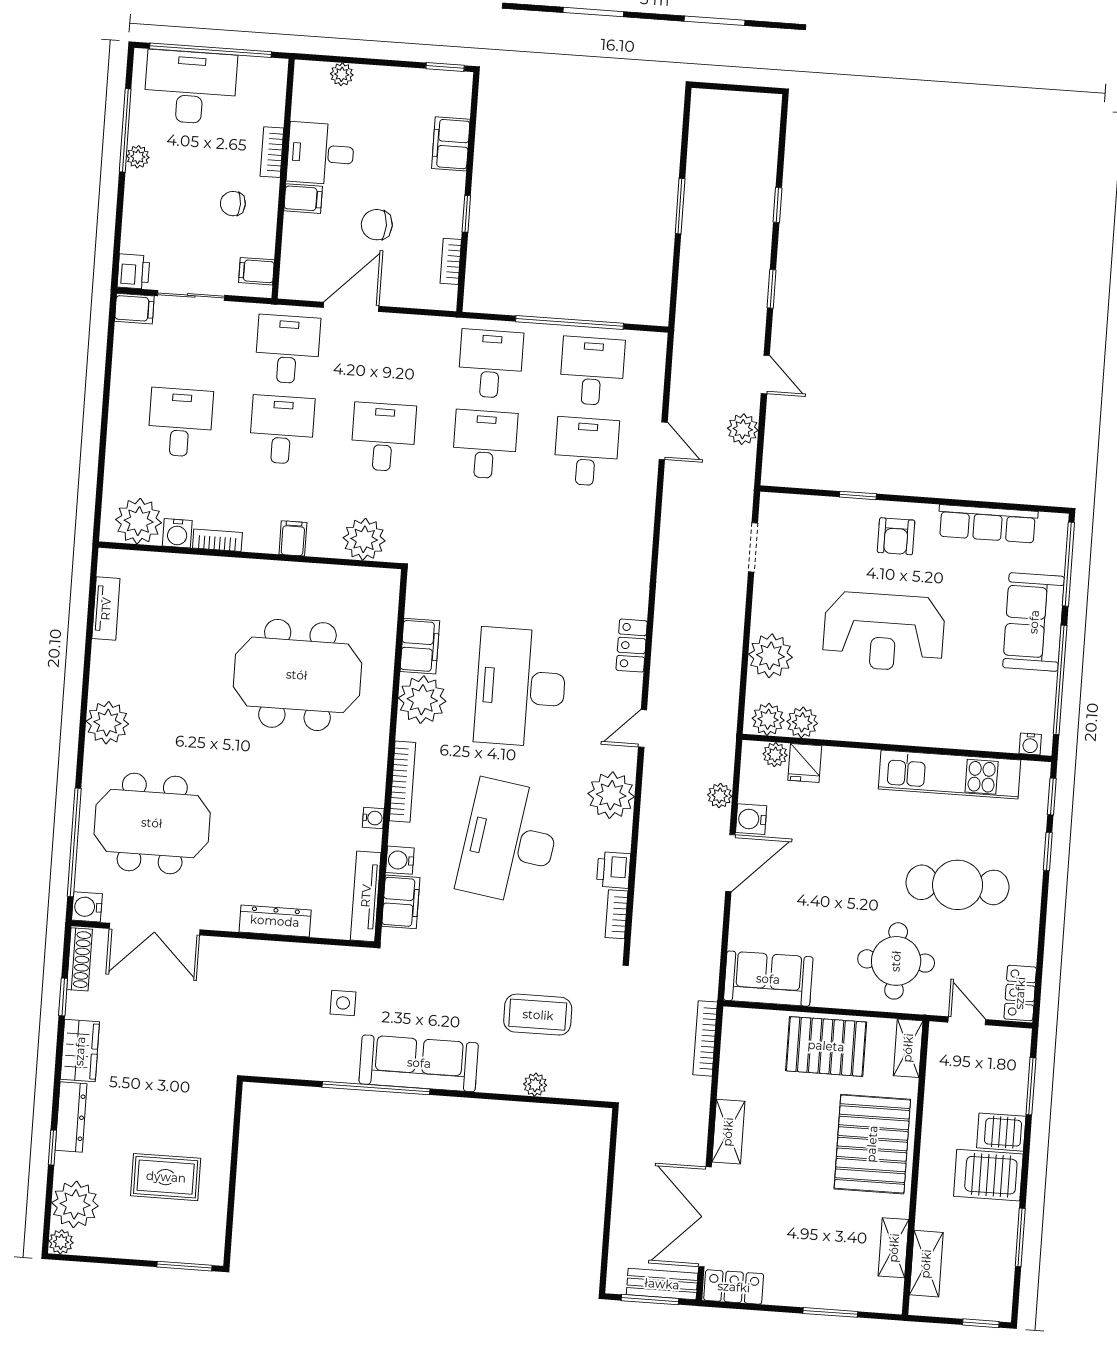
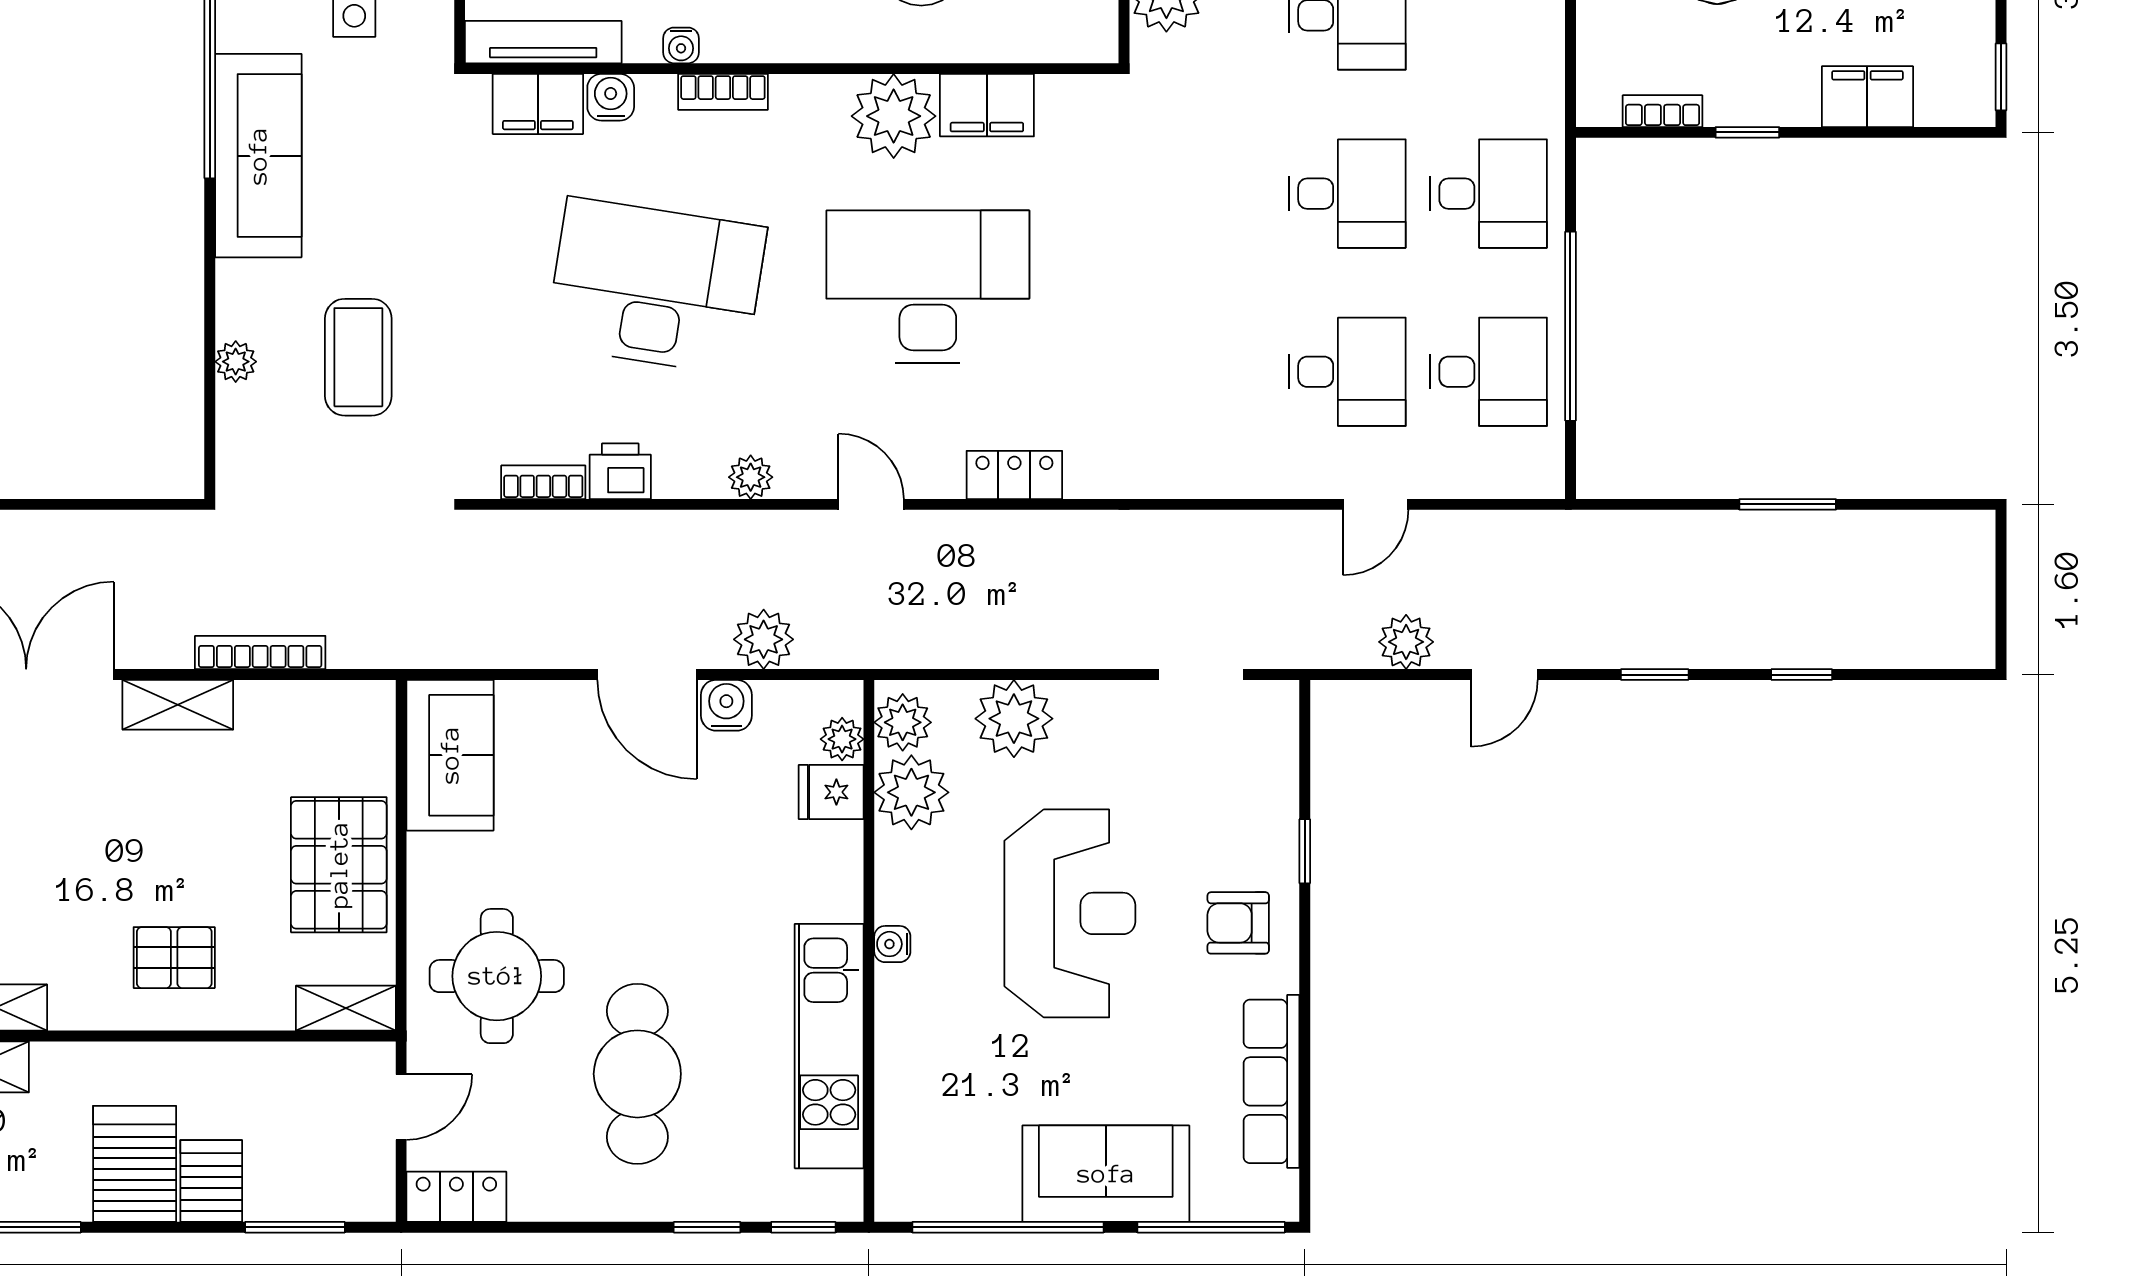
reception desk: (884, 632) -> (1070, 913), turned 180
plant: (802, 722) -> (911, 792), width x1.36, depth x1.36
water cooler: (1030, 744) -> (892, 944), moved
bookcase: (402, 782) -> (723, 92), width x0.64
plant: (611, 795) -> (751, 477), width x0.53, depth x0.53
plant: (720, 796) -> (764, 639), width x1.38, depth x1.38
bookcase: (705, 1038) -> (260, 652), moved
pallet: (872, 1144) -> (174, 958), width x0.49, depth x0.50

